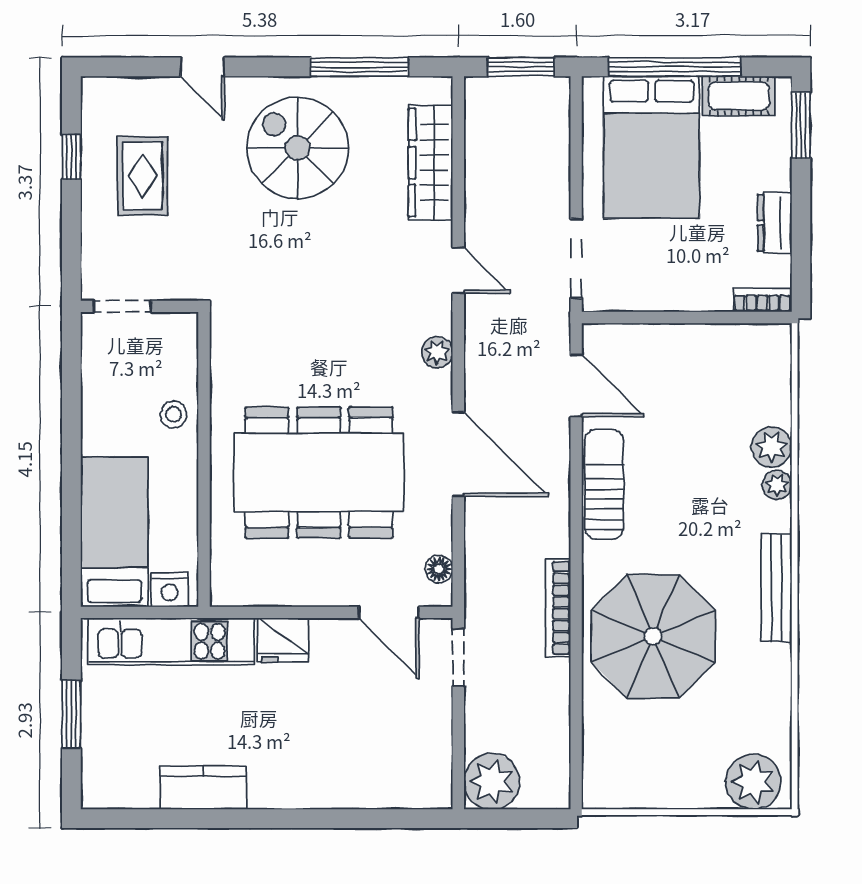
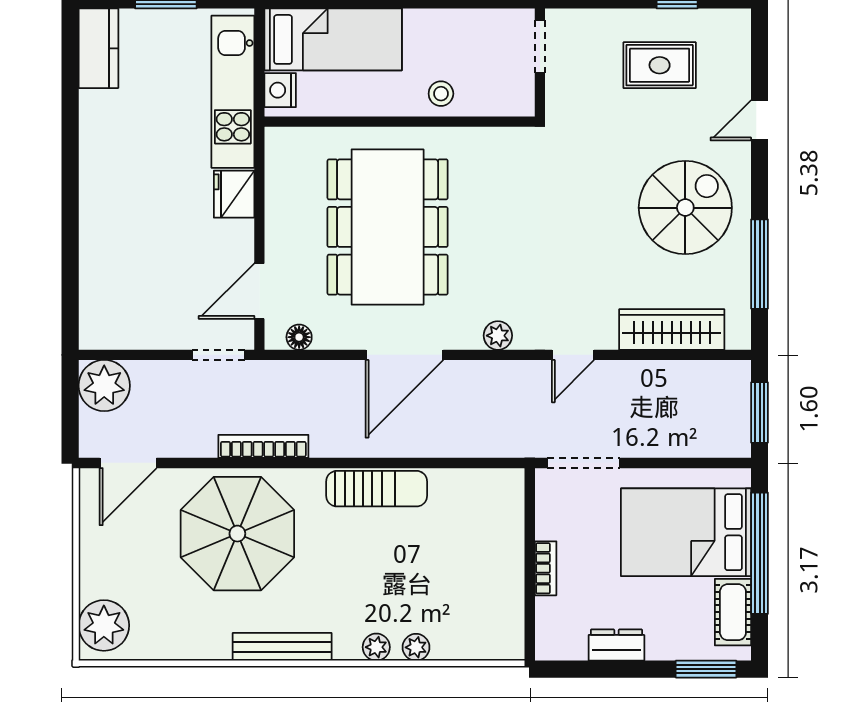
bookcase: (762, 300) -> (546, 568), moved
door: (576, 386) -> (128, 463), moved
plant: (772, 447) -> (416, 647), width x0.73, depth x0.73
kitchen counter: (203, 788) -> (98, 48), moved

